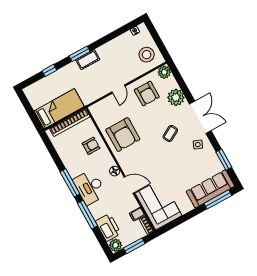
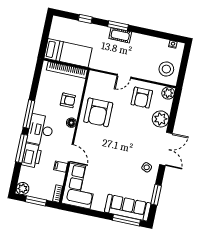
coffee table: (170, 133) -> (134, 142), removed
floor lamp: (115, 171) -> (71, 123), moved
filing cabinet: (137, 214) -> (61, 167), moved
printer: (108, 227) -> (32, 156), moved

